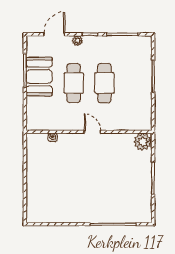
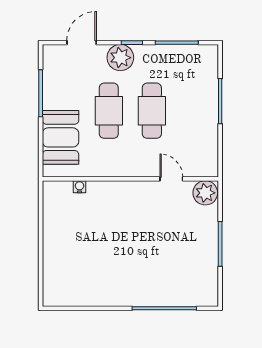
plant: (77, 41) -> (120, 58), width x1.88, depth x1.88
booth: (39, 77) -> (60, 137), moved
door: (92, 132) -> (171, 179), moved

